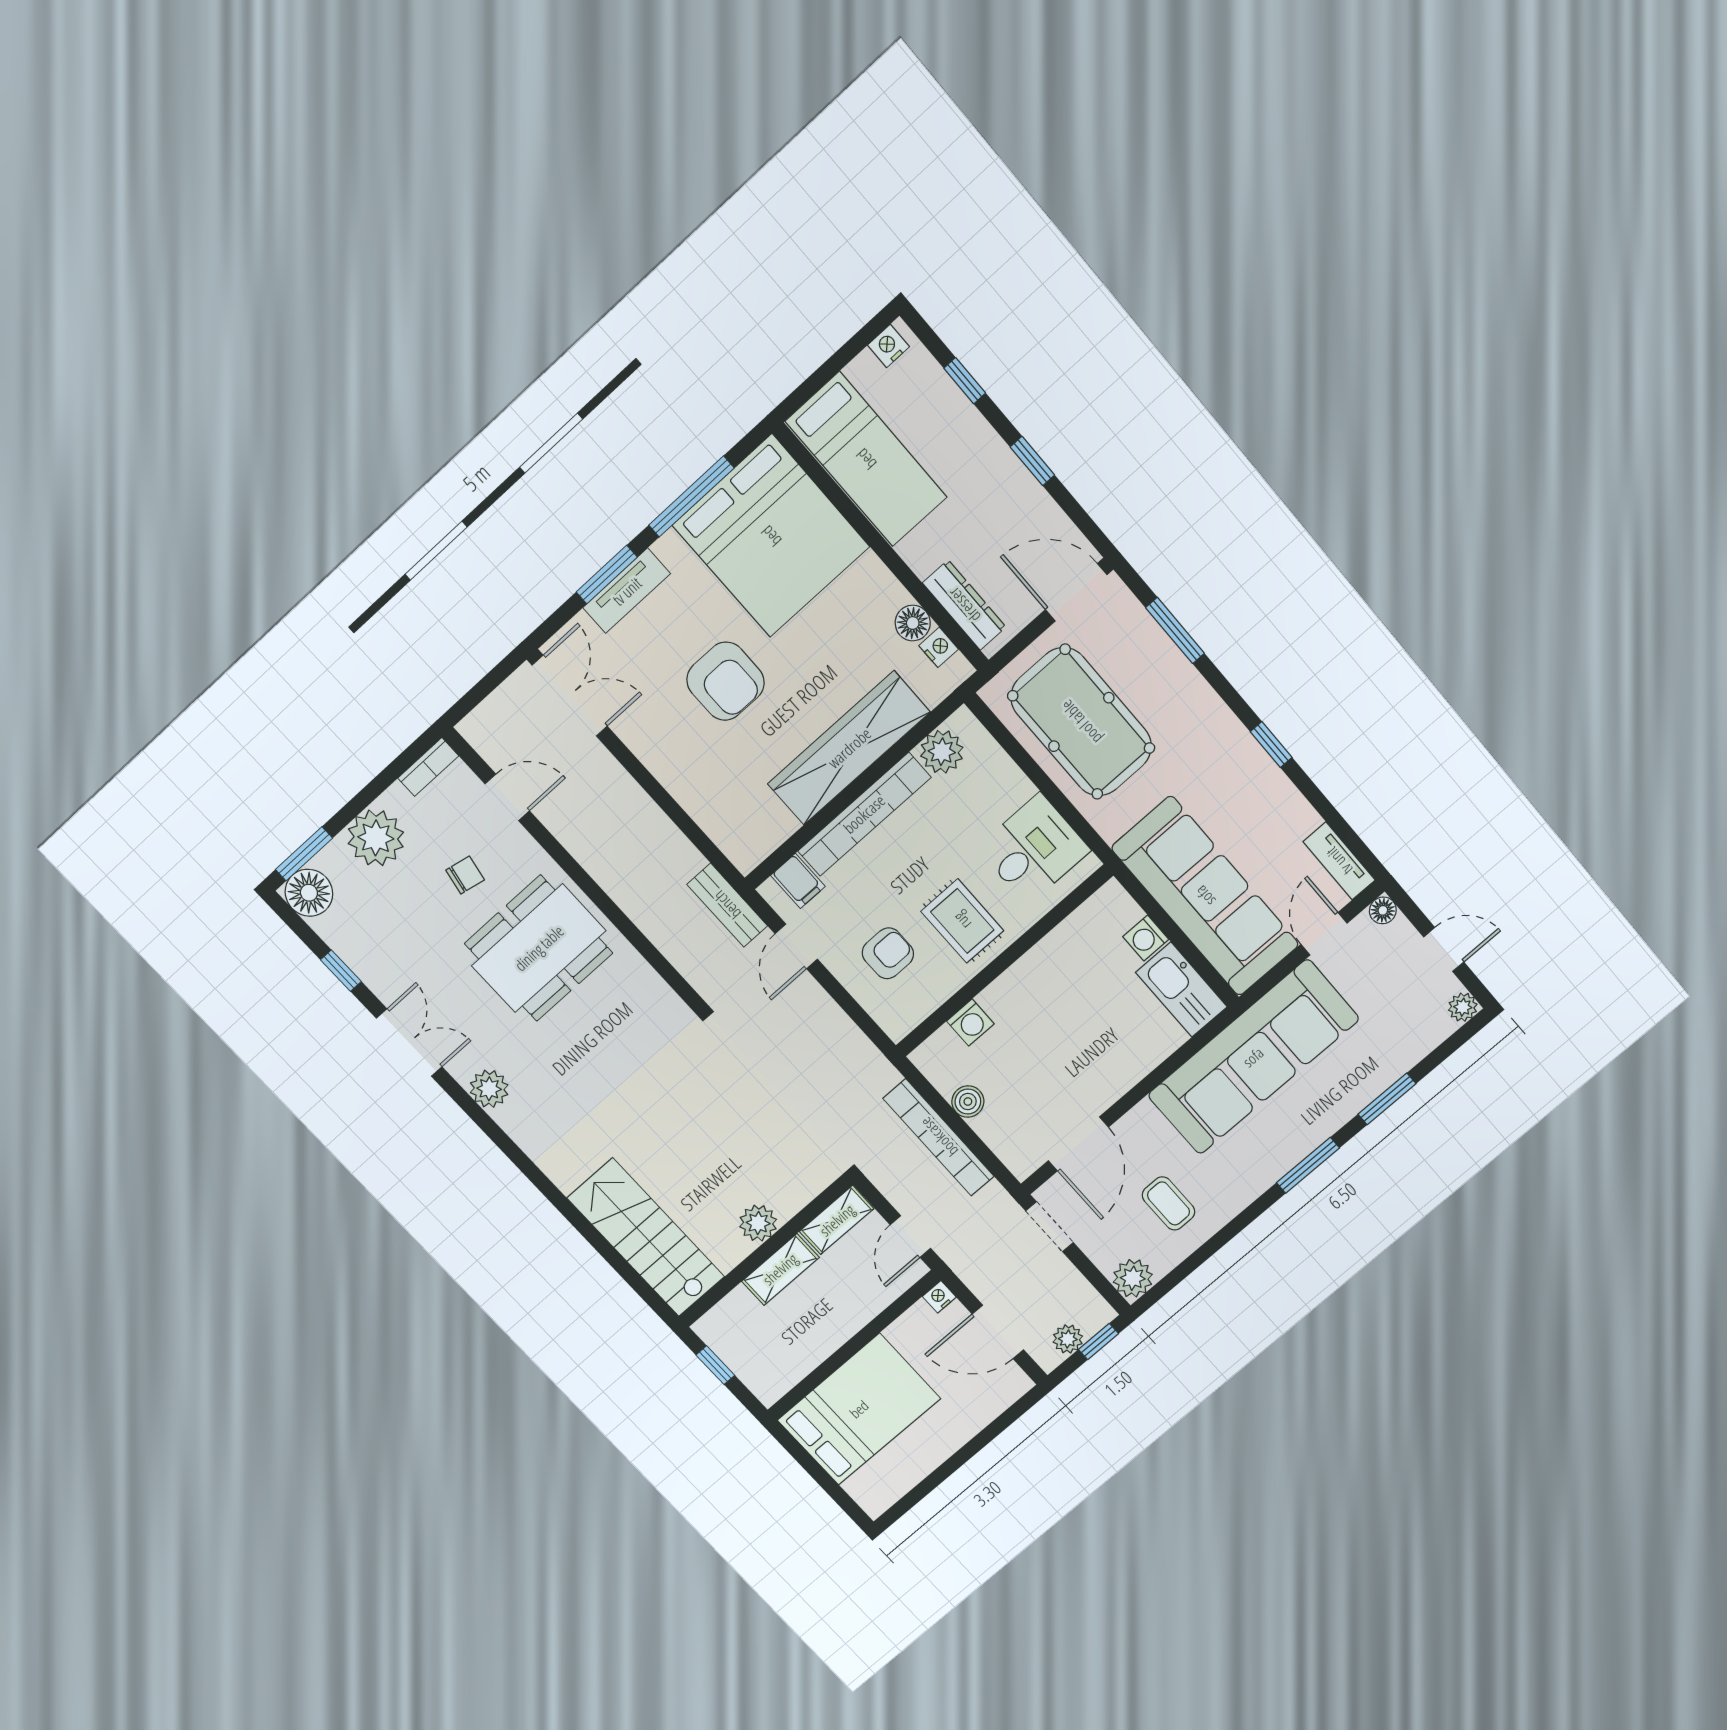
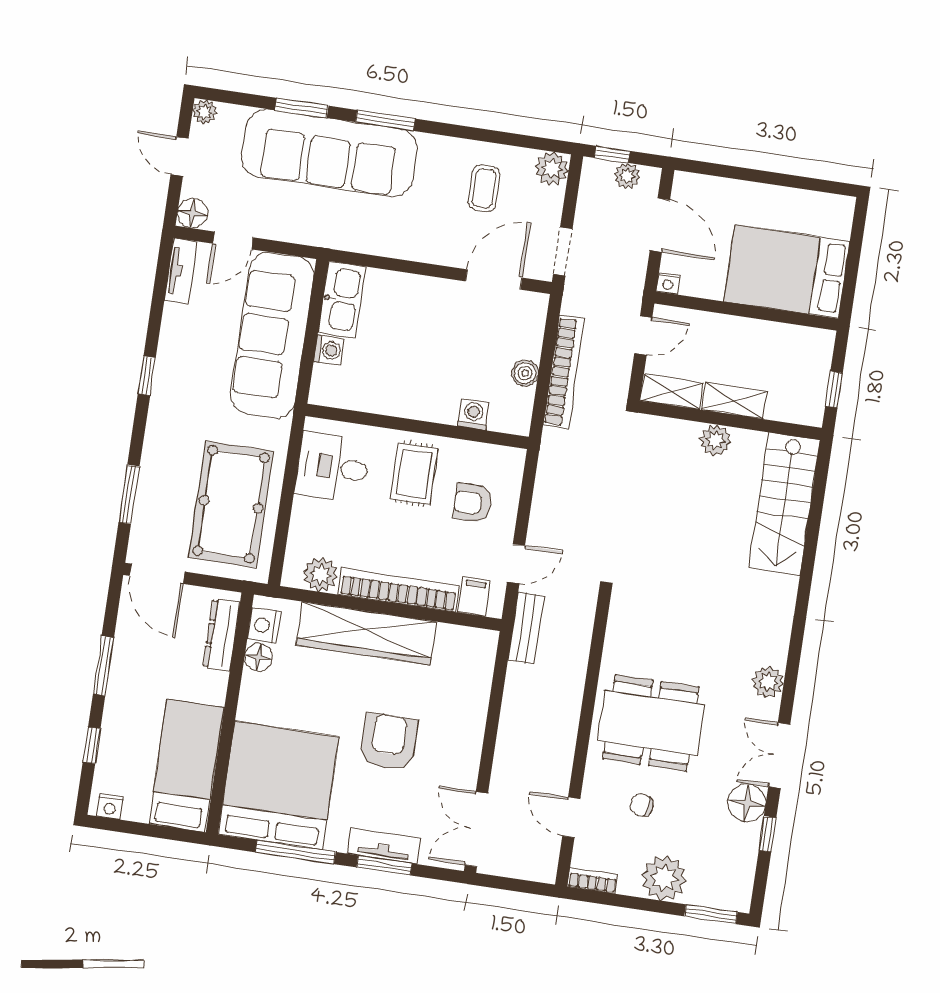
window: (1032, 461) -> (103, 666), width x1.50
nightstand: (939, 647) -> (264, 625), width x1.39, depth x1.35
floor lamp: (309, 893) -> (747, 803), moved
floor lamp: (1383, 910) -> (192, 213), width x1.37, depth x1.37
sofa: (1253, 1057) -> (329, 153), moved, turned 180

